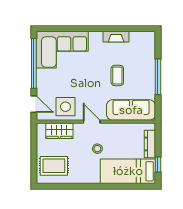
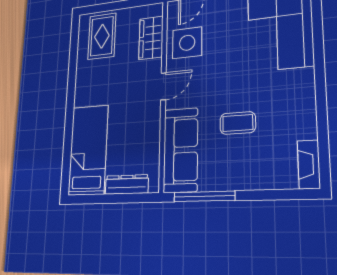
fireplace: (116, 37) -> (309, 164), moved
window: (158, 77) -> (204, 196), moved
stool: (97, 149) -> (123, 99), removed
window: (158, 165) -> (95, 199), removed

